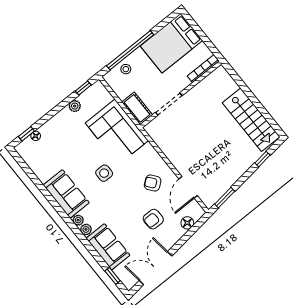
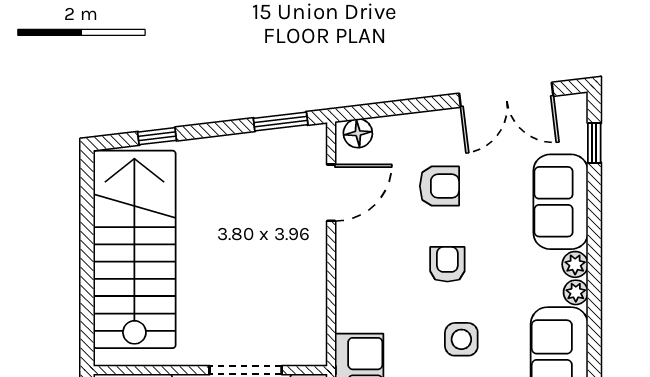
stairs: (251, 120) -> (134, 249), width x1.36, depth x1.51
armchair: (153, 183) -> (447, 264), moved, turned -142
floor lamp: (187, 223) -> (358, 133), moved

